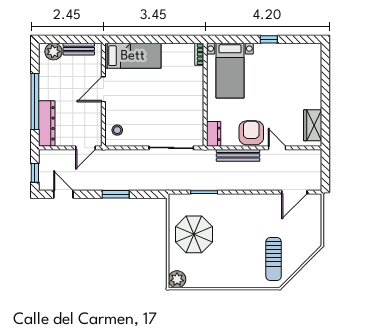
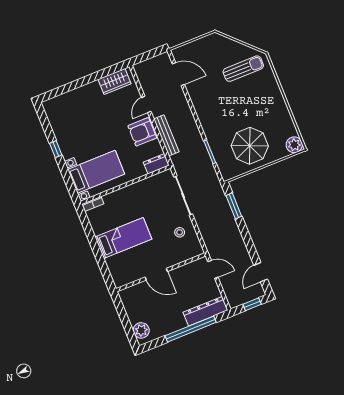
bench: (79, 49) -> (130, 309), removed
bed: (133, 56) -> (123, 238), moved, turned 90
stool: (117, 130) -> (180, 232), moved
window: (116, 194) -> (234, 206), moved

